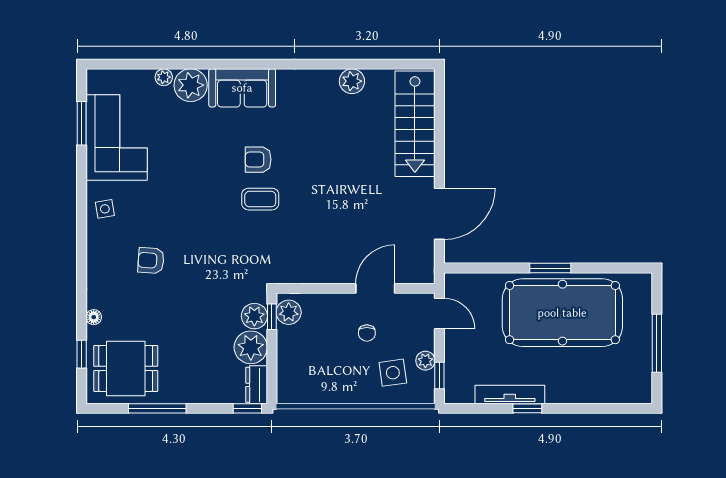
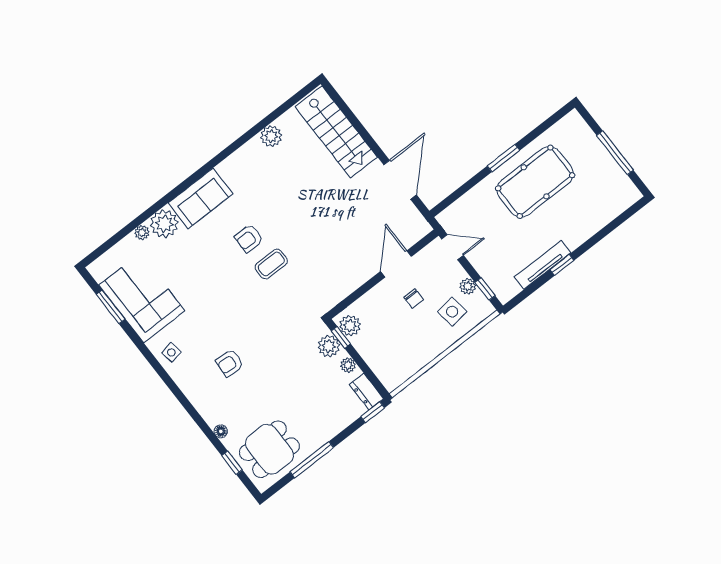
pool table: (562, 313) -> (535, 182), width x0.73, depth x0.76
plant: (251, 347) -> (348, 365), width x0.53, depth x0.53

